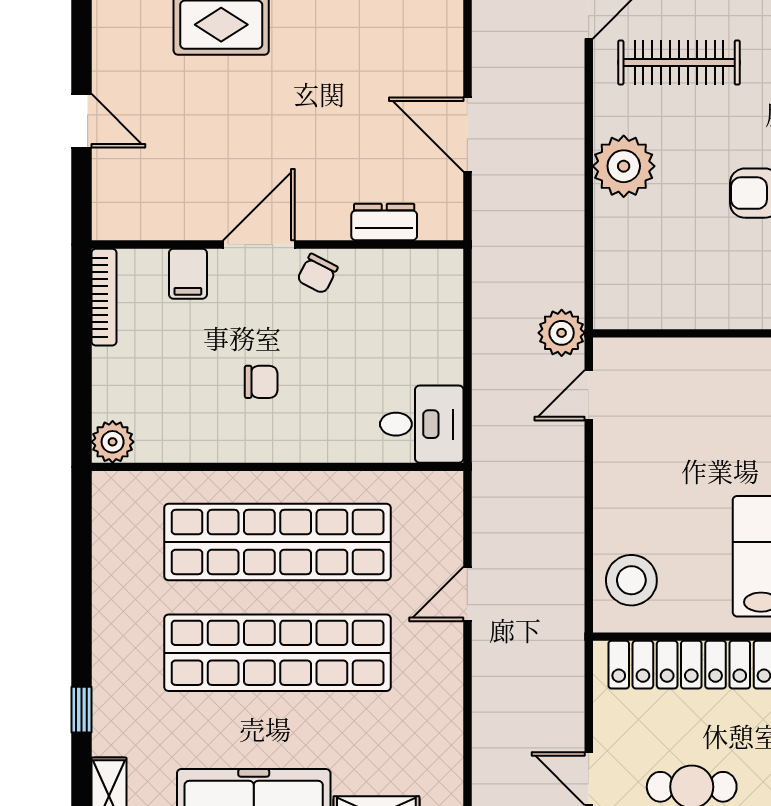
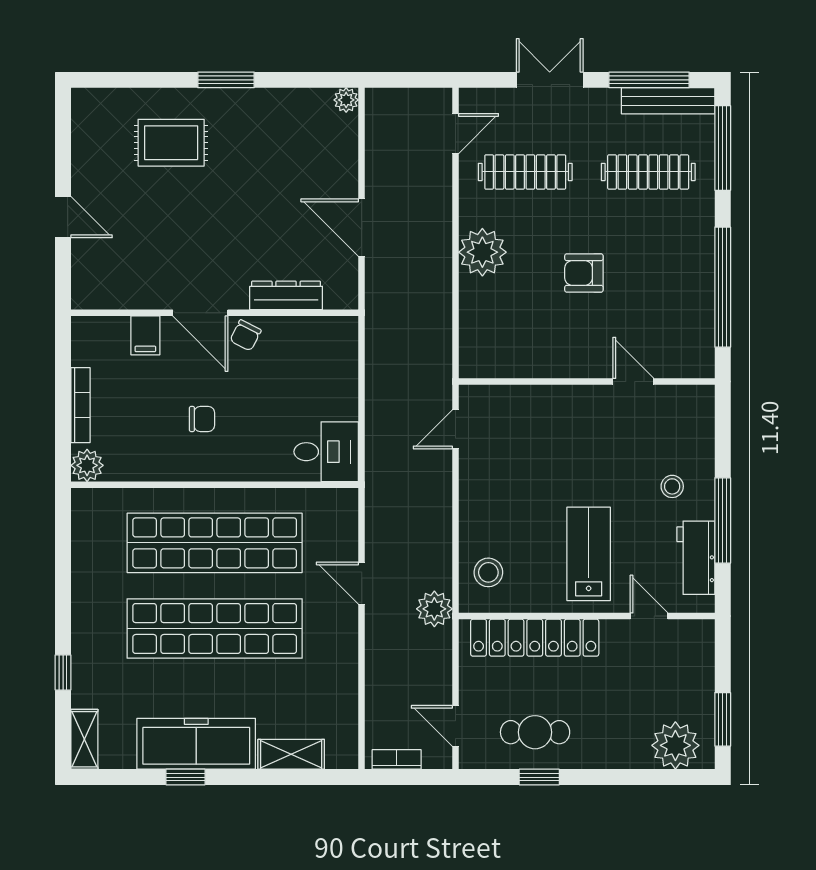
dresser: (384, 222) -> (286, 295), width x1.44
door: (259, 245) -> (200, 313), swing flipped
bookcase: (104, 297) -> (80, 405), moved
plant: (562, 333) -> (434, 609), moved
stool: (631, 580) -> (488, 572), width x0.73, depth x0.73
door: (467, 594) -> (362, 583), hinge flipped

